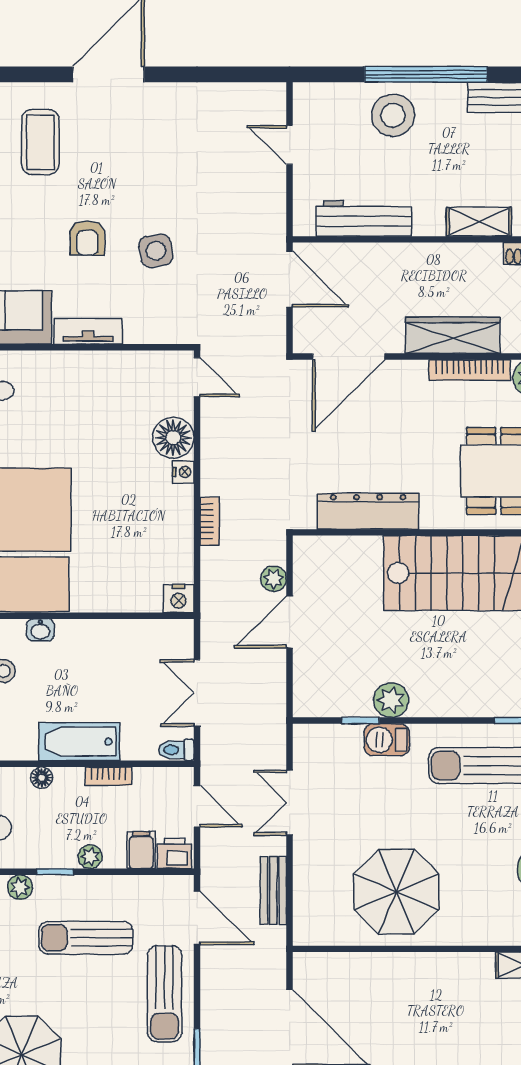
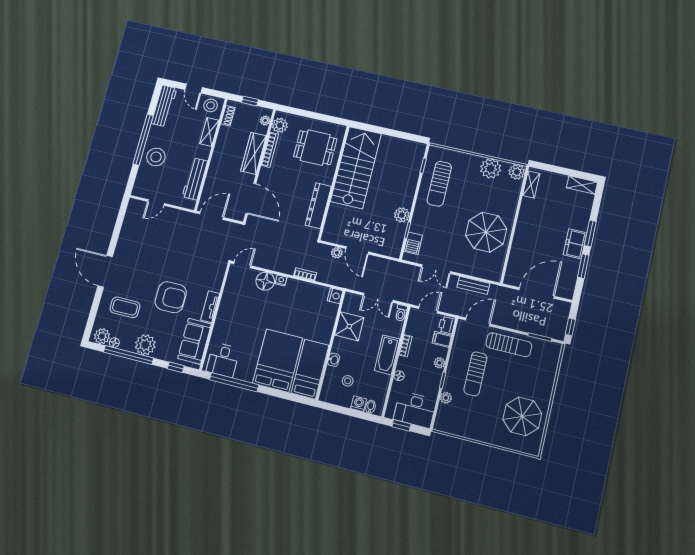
armchair: (87, 238) -> (171, 297), width x1.88, depth x1.88
side table: (156, 251) -> (184, 269), removed
shower: (120, 646) -> (349, 326), added
barbecue: (387, 740) -> (413, 243), moved

